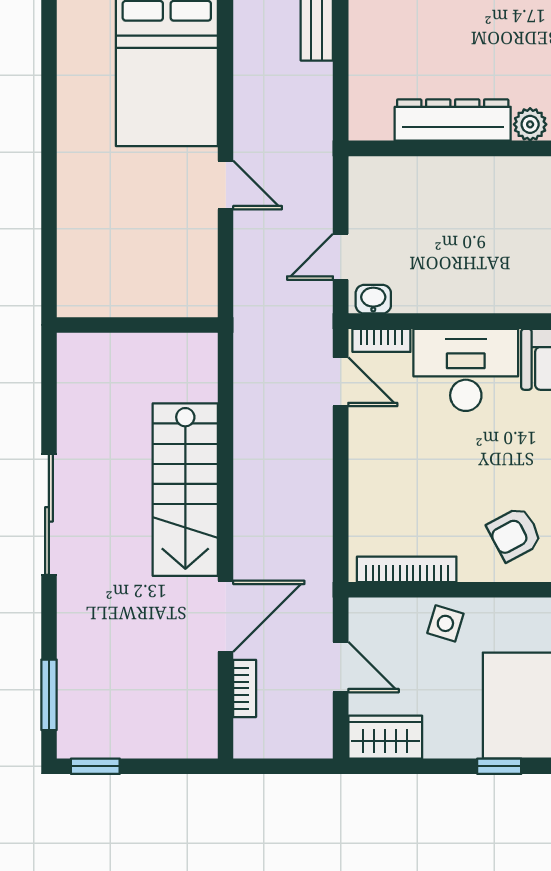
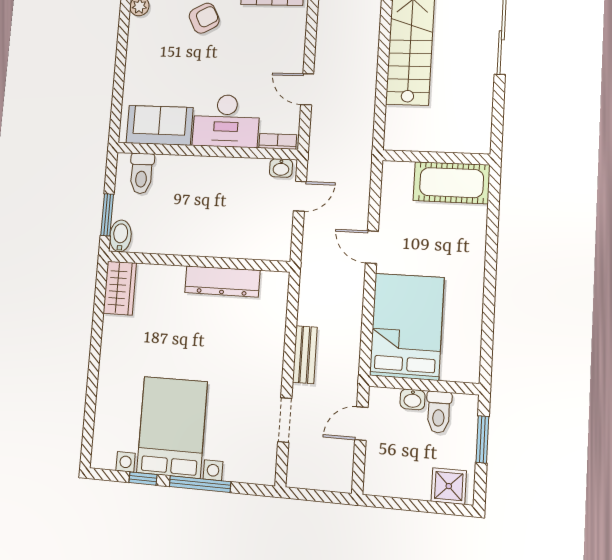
plant: (530, 124) -> (174, 276), removed
cot: (112, 288) -> (452, 183), added
door: (341, 382) -> (307, 89), moved

